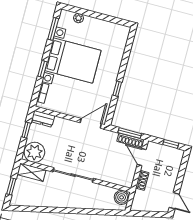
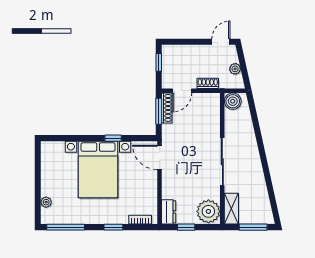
window: (53, 29) -> (66, 227), width x1.44
bed with nightstands: (73, 61) -> (98, 169), moved, turned 180
window: (11, 186) -> (253, 227), width x1.50
plant: (148, 207) -> (235, 69), added

